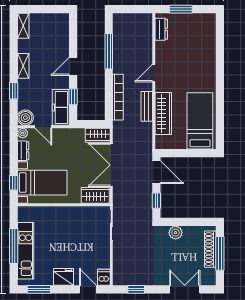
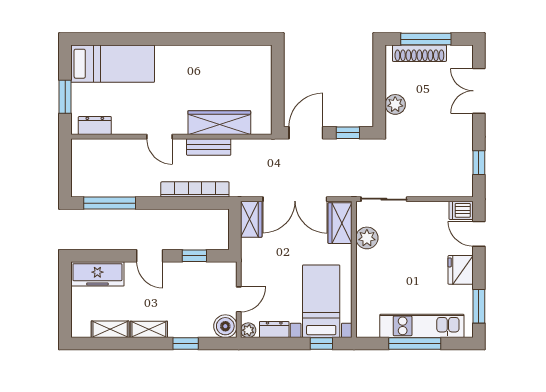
shelving: (23, 26) -> (110, 329), moved
window: (109, 51) -> (110, 203), moved
freezer: (61, 107) -> (97, 274), moved
bed: (200, 121) -> (113, 64), moved, turned 180
plant: (85, 213) -> (367, 238), added
door: (88, 289) -> (479, 234), hinge flipped

